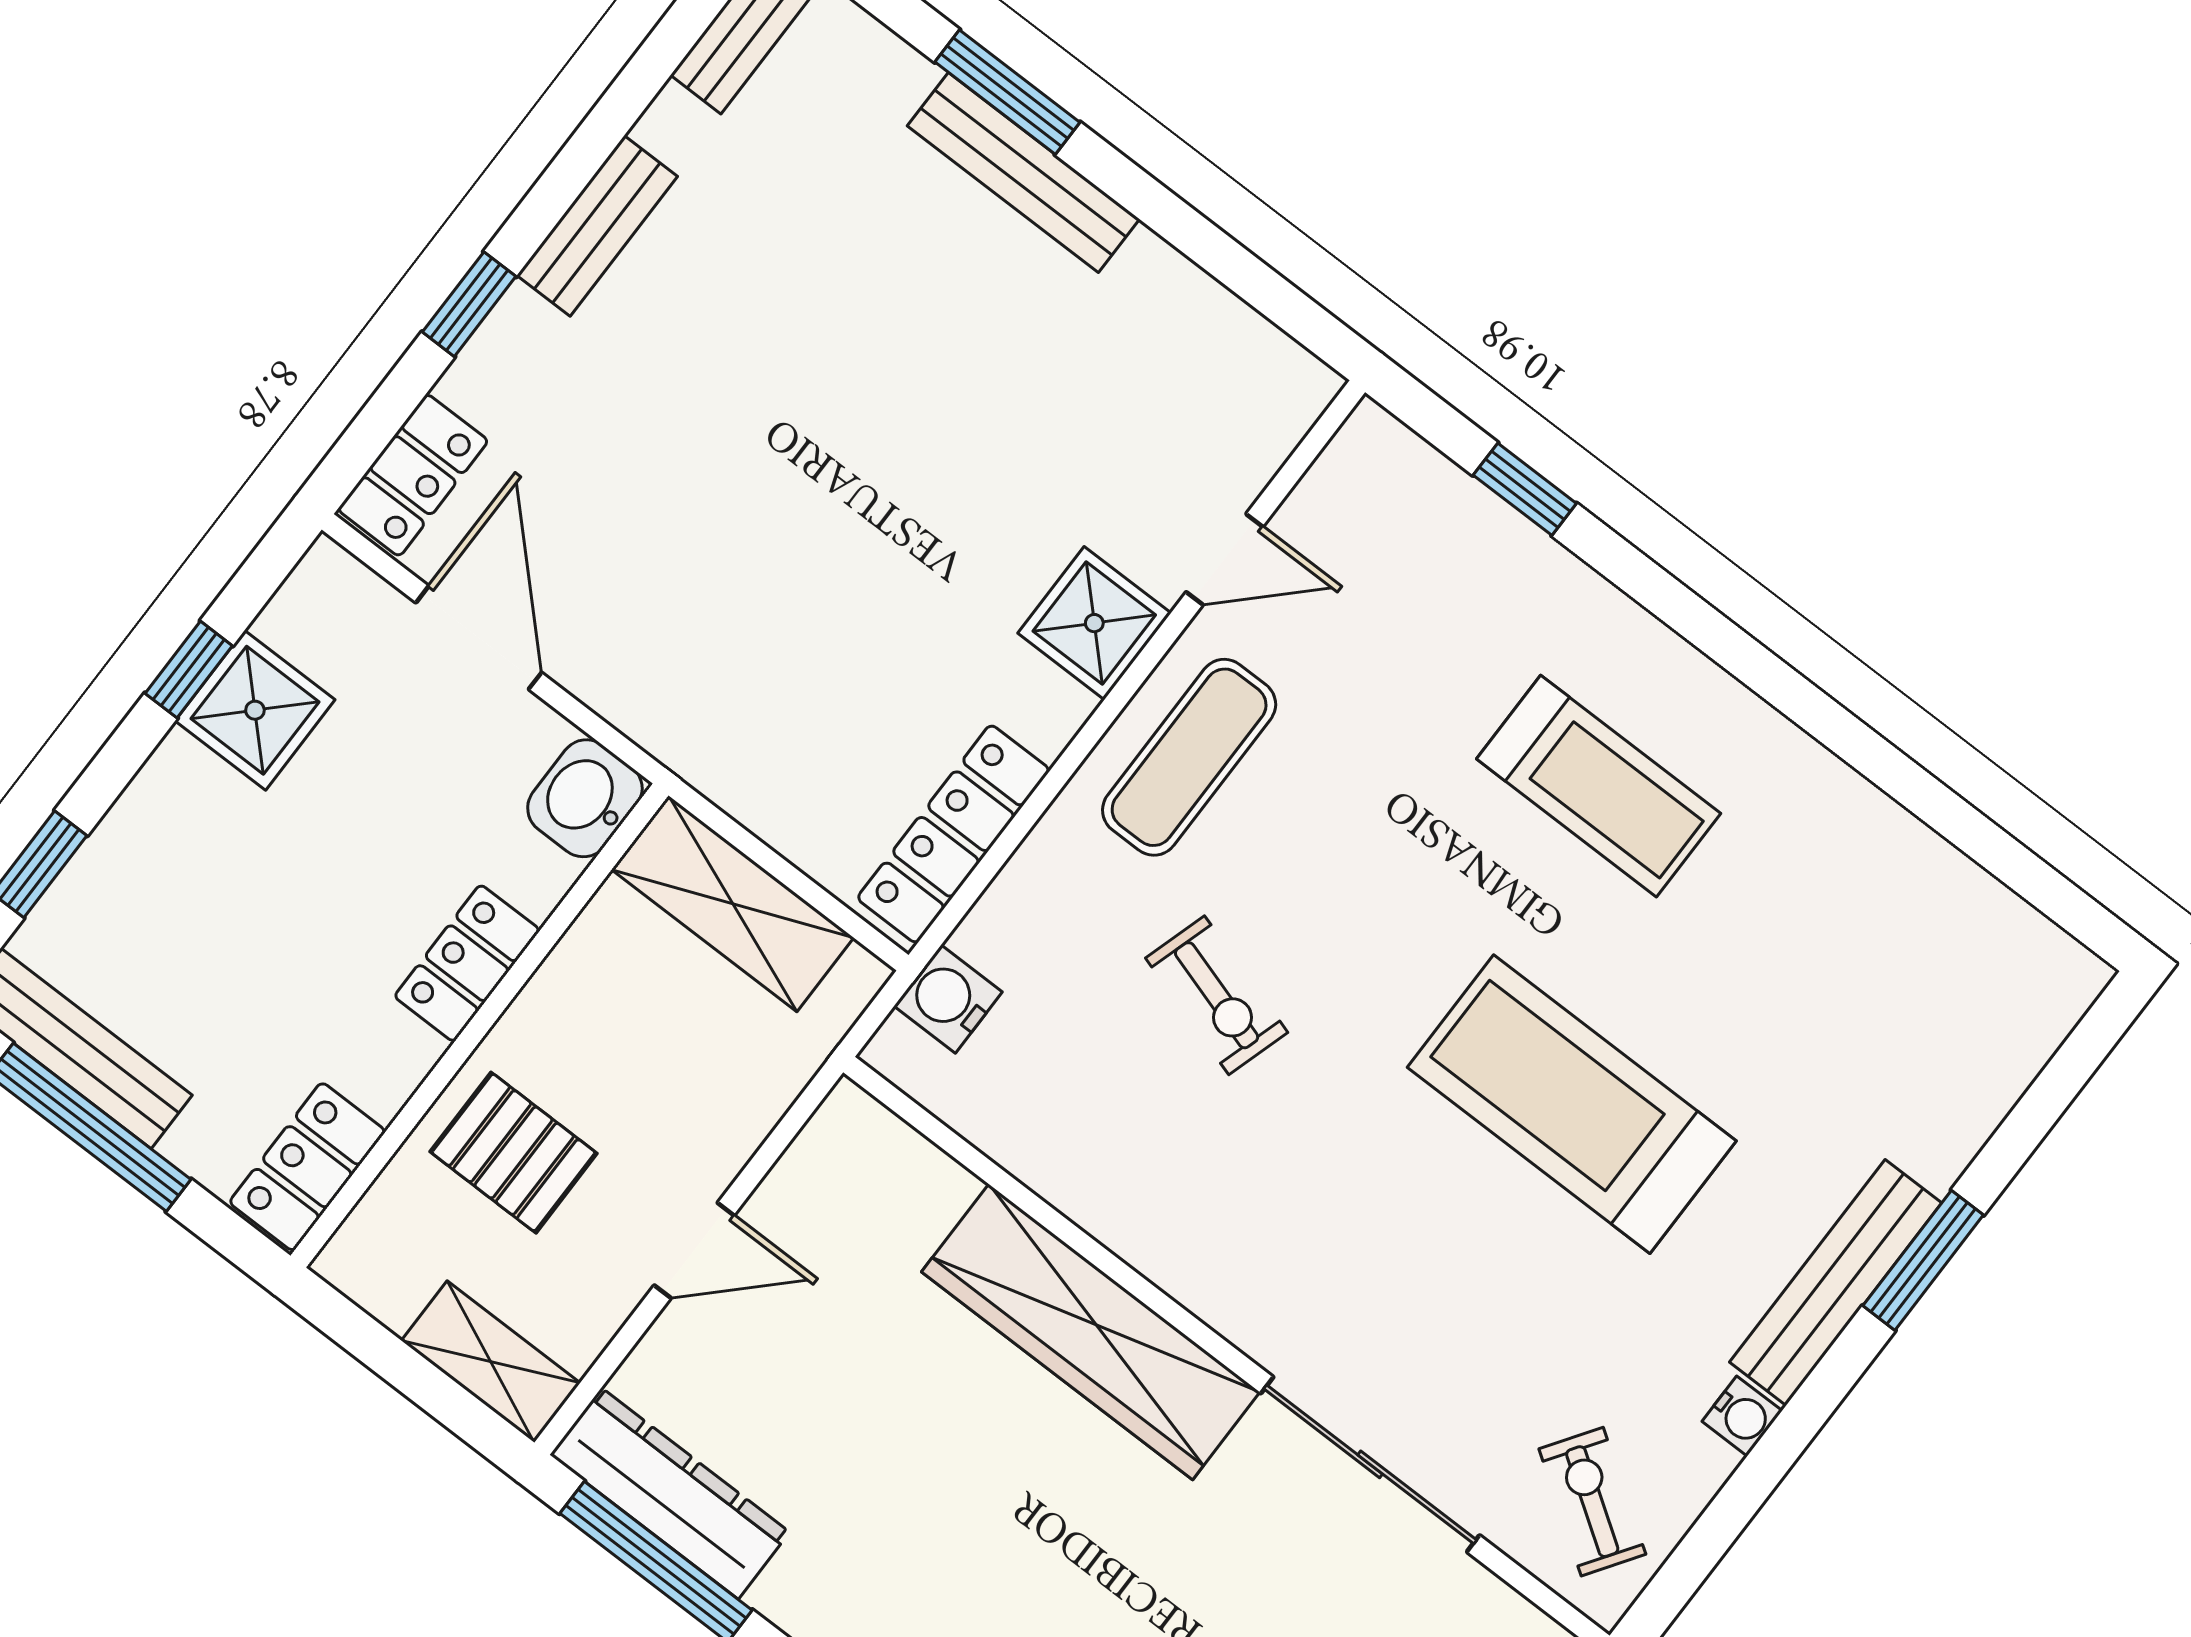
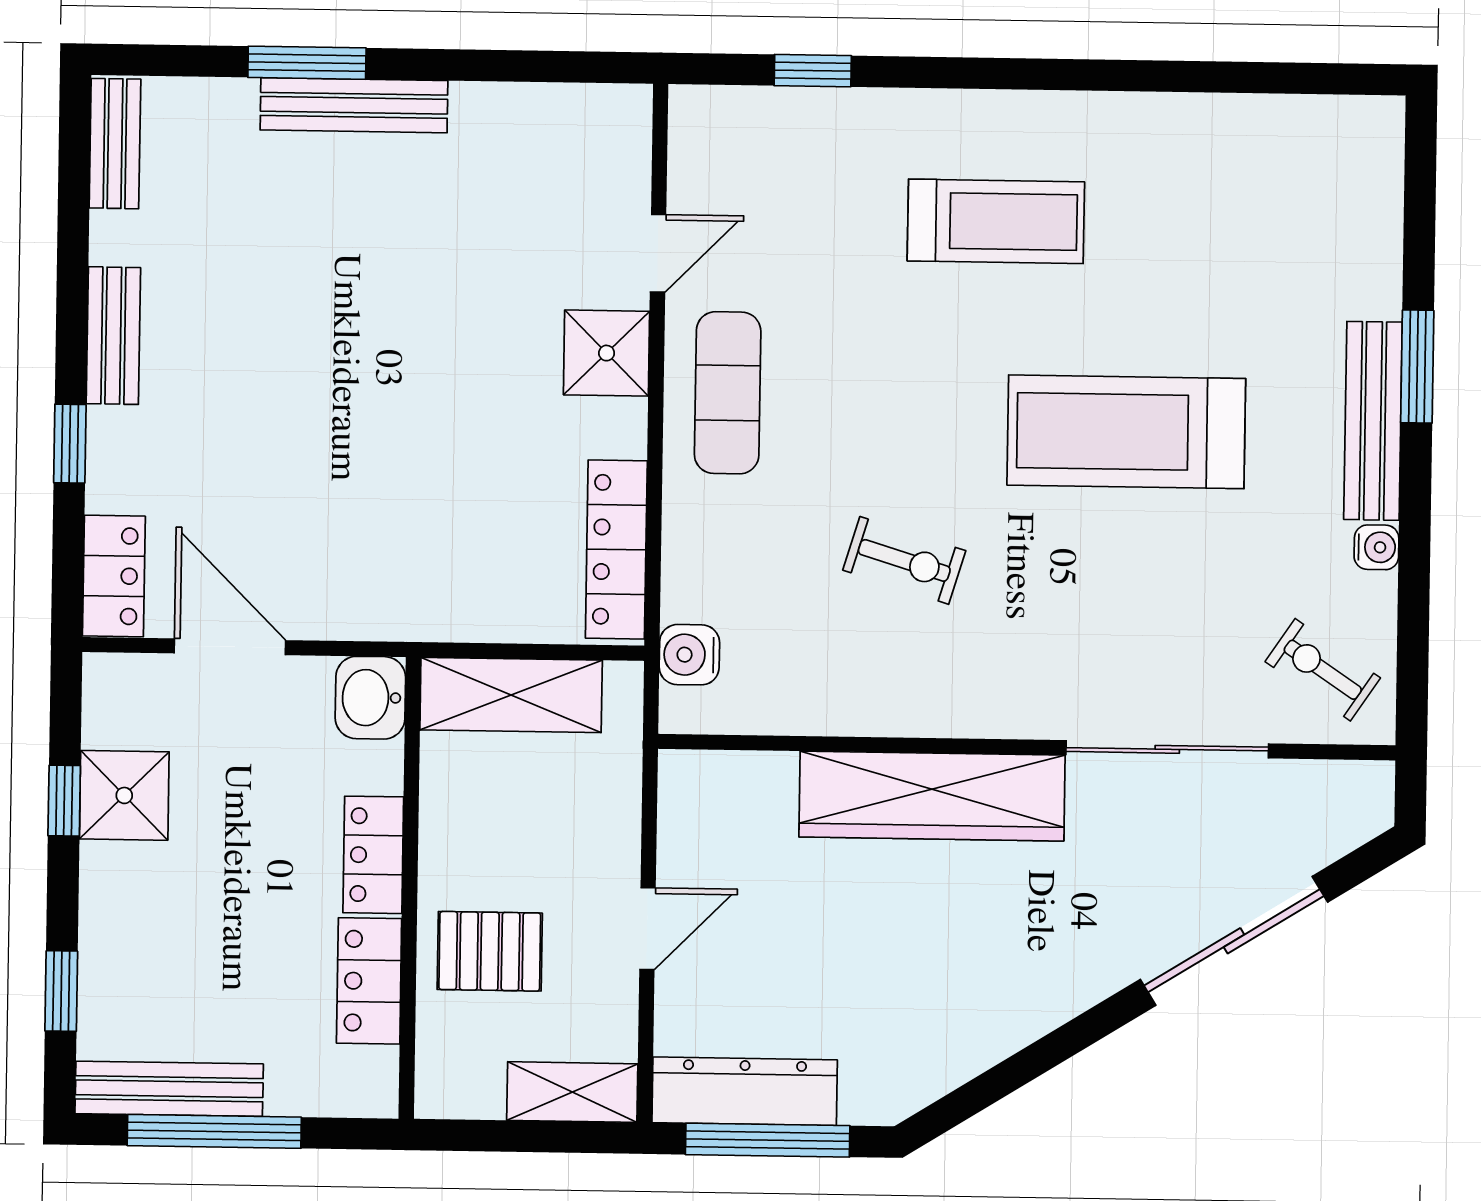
exercise bike: (1217, 995) -> (904, 560), moved
locker: (307, 1167) -> (369, 981), moved

